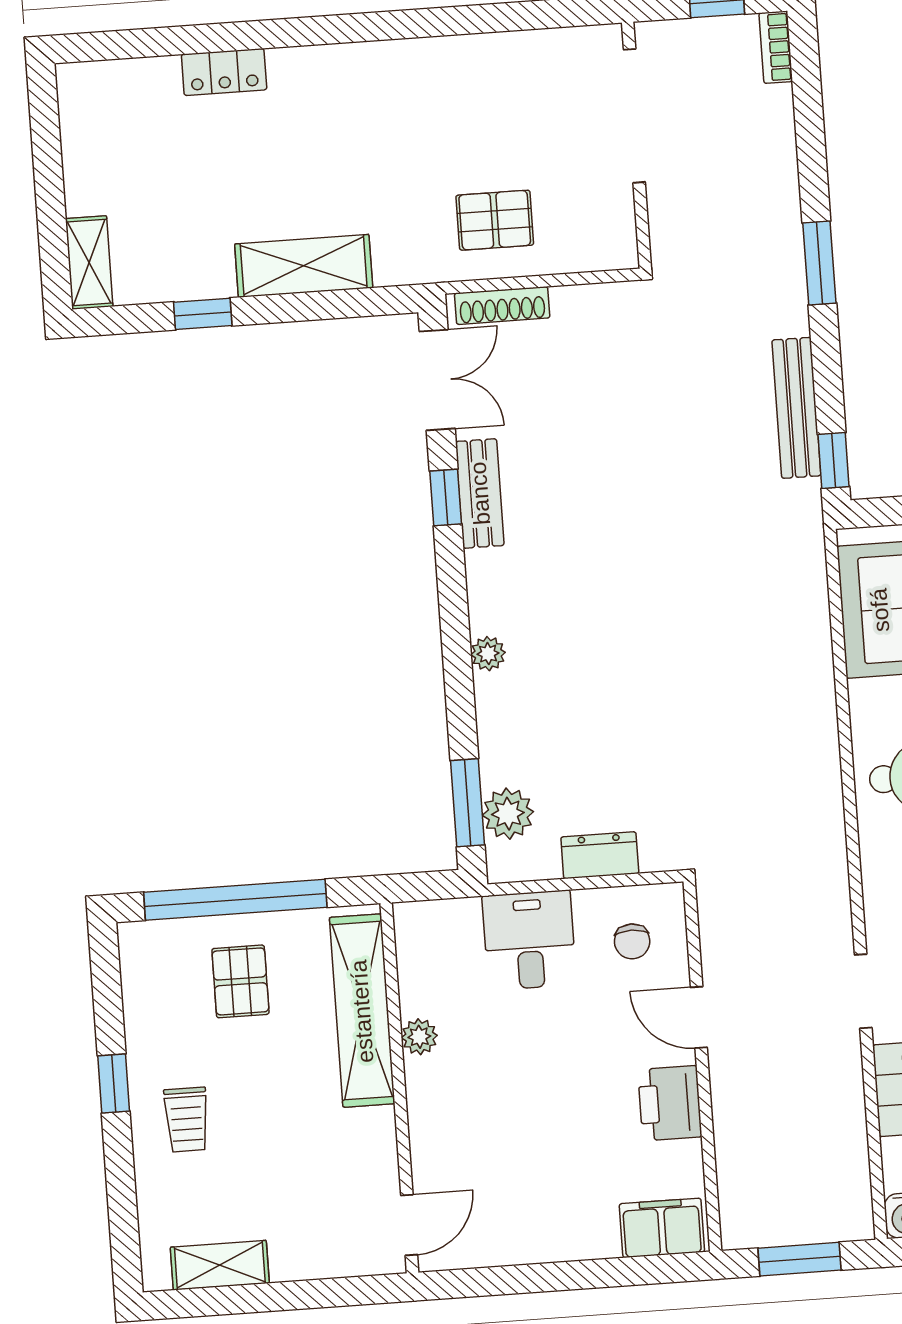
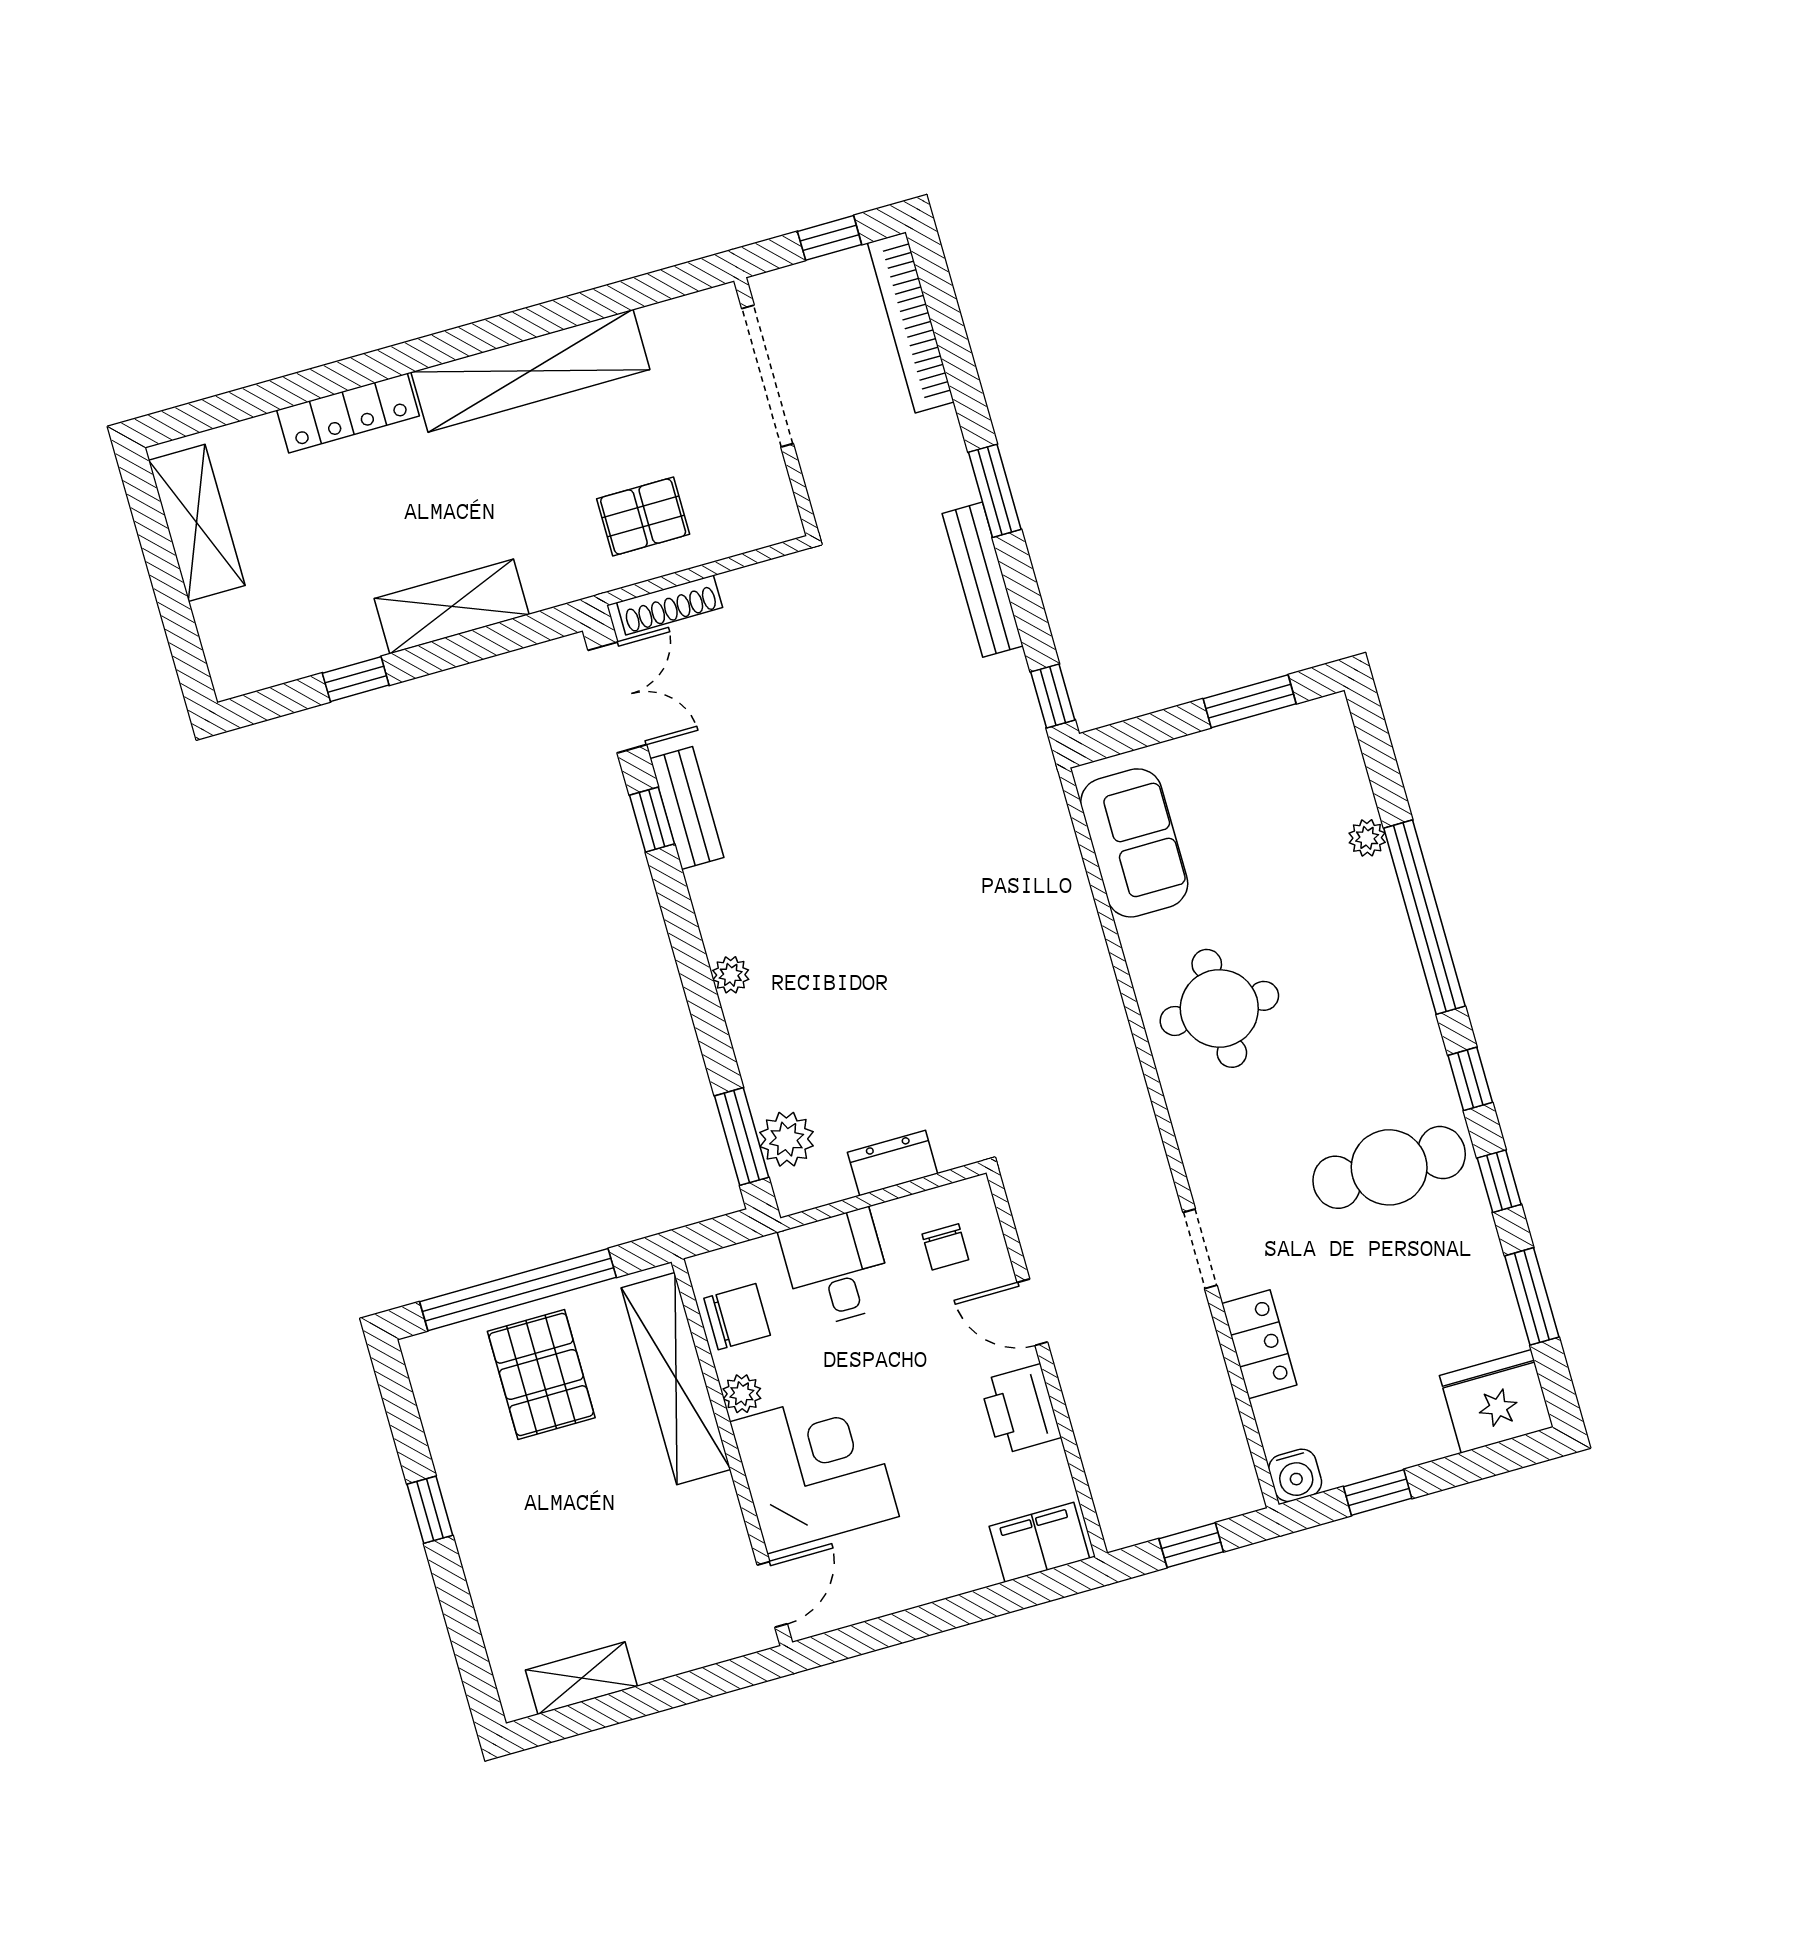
bookcase: (776, 47) -> (911, 322), width x2.31, depth x1.31
shelving: (420, 66) -> (530, 371), added
locker: (224, 72) -> (348, 413), width x1.53
shelving: (89, 263) -> (197, 523), moved, width x1.50, depth x1.33
bench: (796, 408) -> (983, 580), moved
chair: (429, 966) -> (737, 1317), added
pallet: (240, 981) -> (541, 1374), width x1.50, depth x1.42
corner desk: (471, 1119) -> (814, 1469), added
trolley: (187, 1120) -> (515, 1532), removed
window: (800, 1259) -> (1191, 1545), width x0.67

